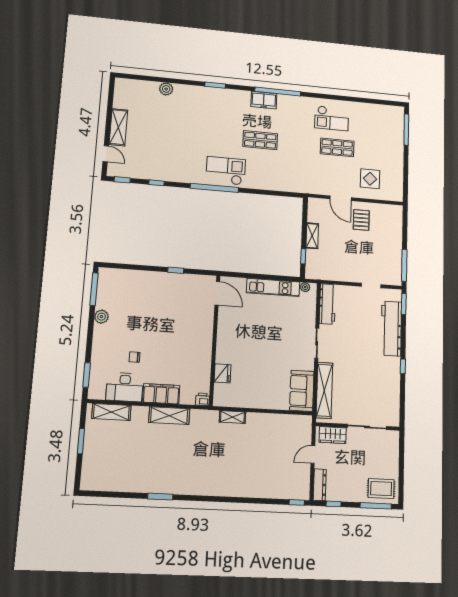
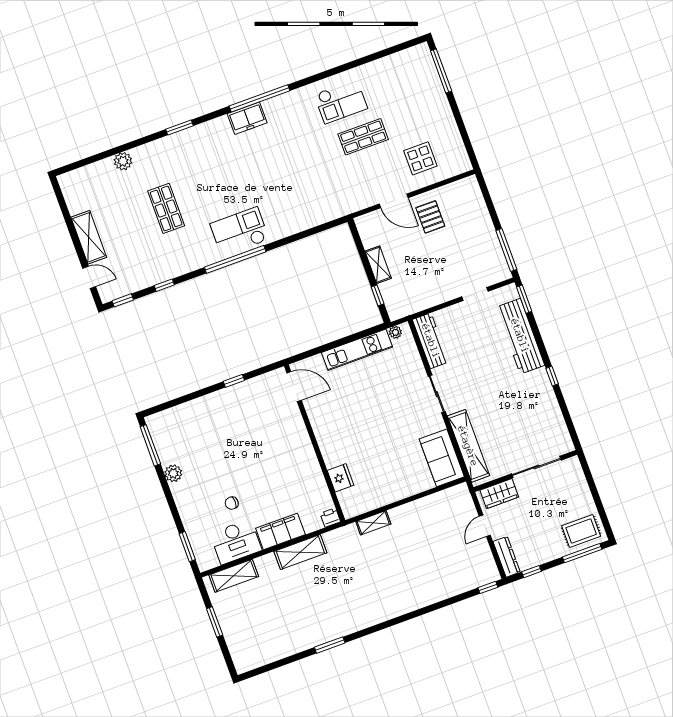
shop shelf: (260, 140) -> (166, 208), moved, turned 90

